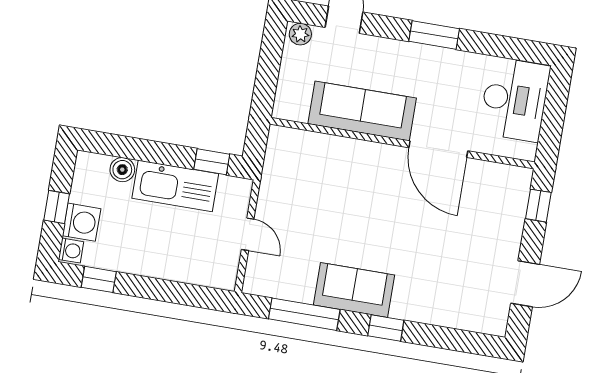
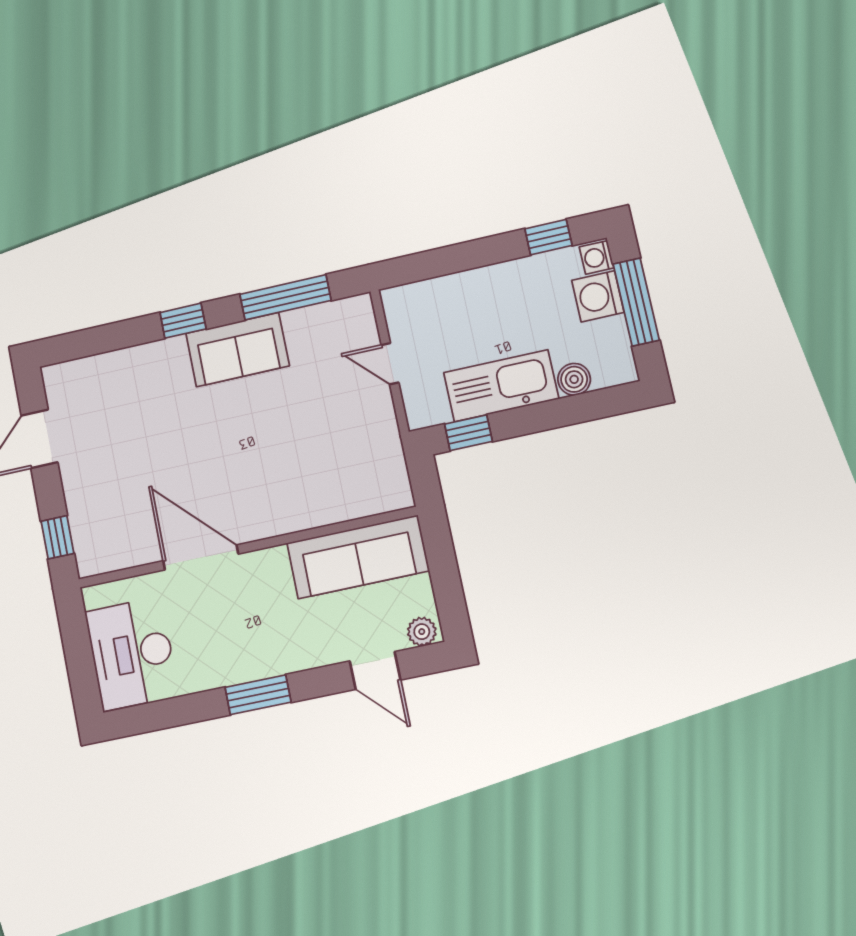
sofa: (362, 111) -> (358, 557), moved
window: (57, 207) -> (636, 302), width x2.17

